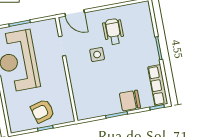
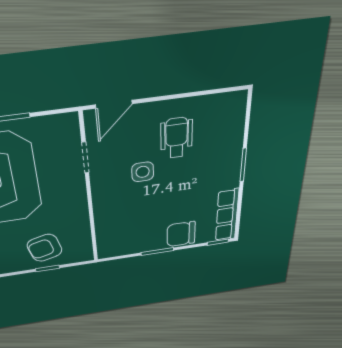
door: (75, 13) -> (114, 104), hinge flipped

